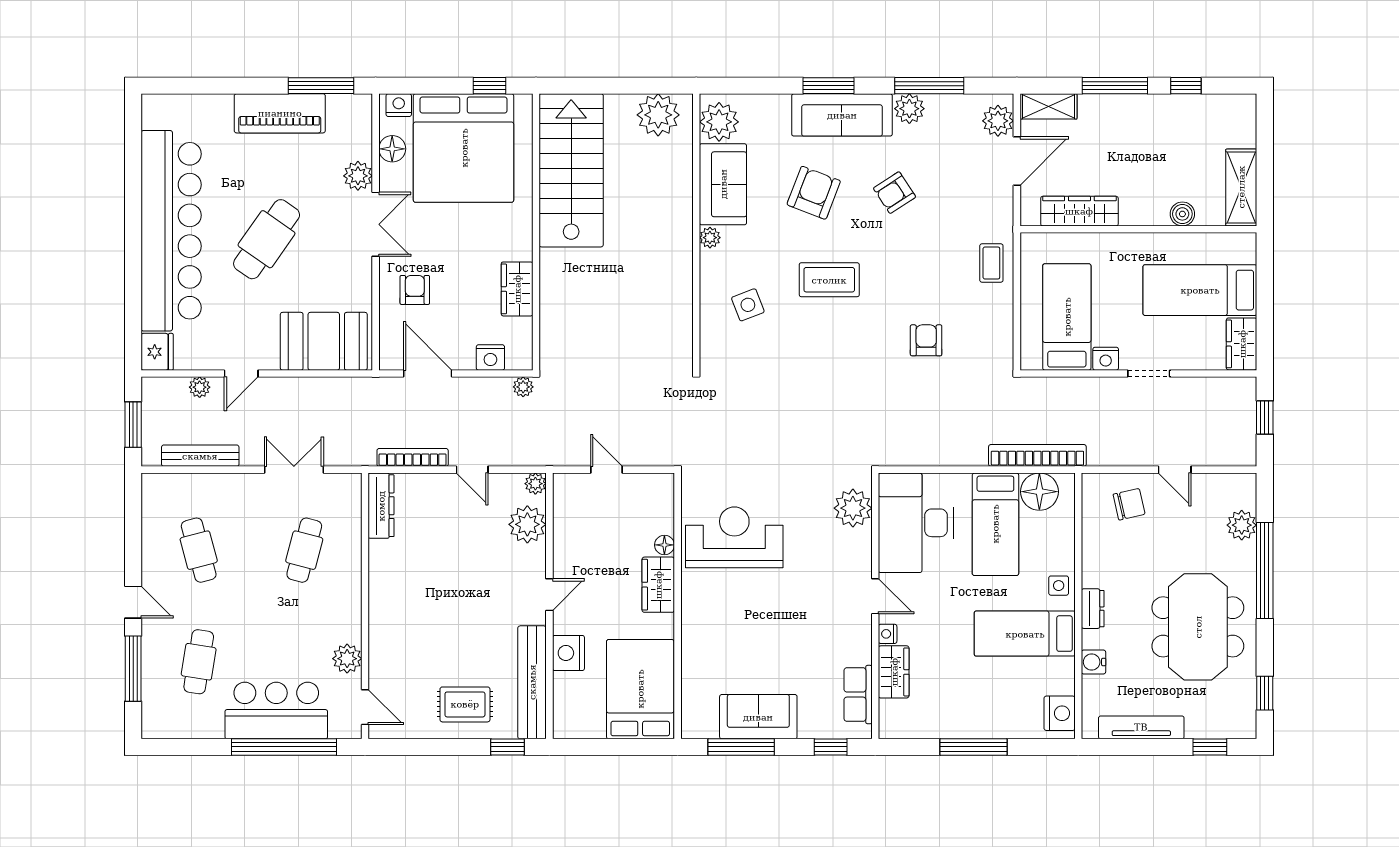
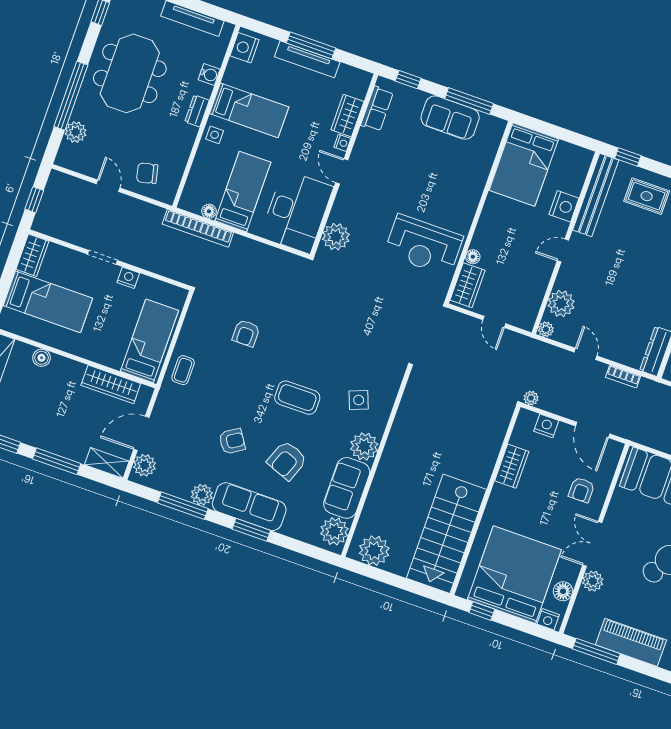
plant: (710, 238) -> (364, 446), width x1.88, depth x1.88
bed: (1067, 317) -> (149, 341), moved, turned 180
bookcase: (413, 457) -> (623, 377), width x0.64
floor lamp: (1039, 492) -> (209, 211), width x0.53, depth x0.53
wardrobe: (658, 585) -> (468, 285), moved
tv unit: (972, 727) -> (307, 59), added

